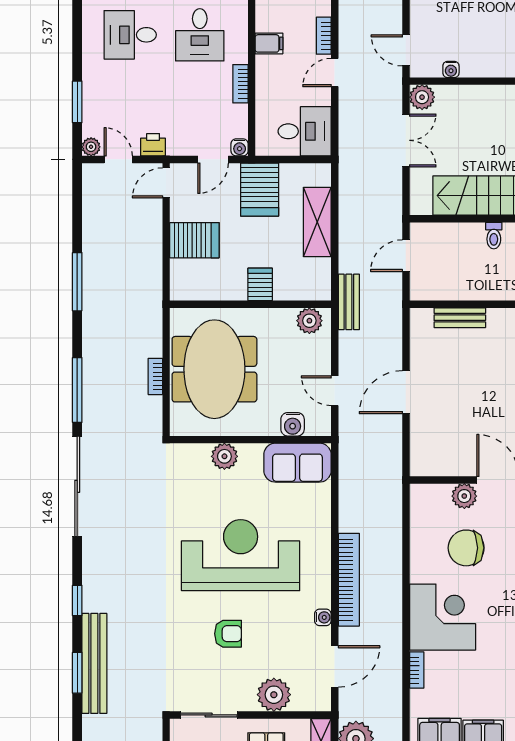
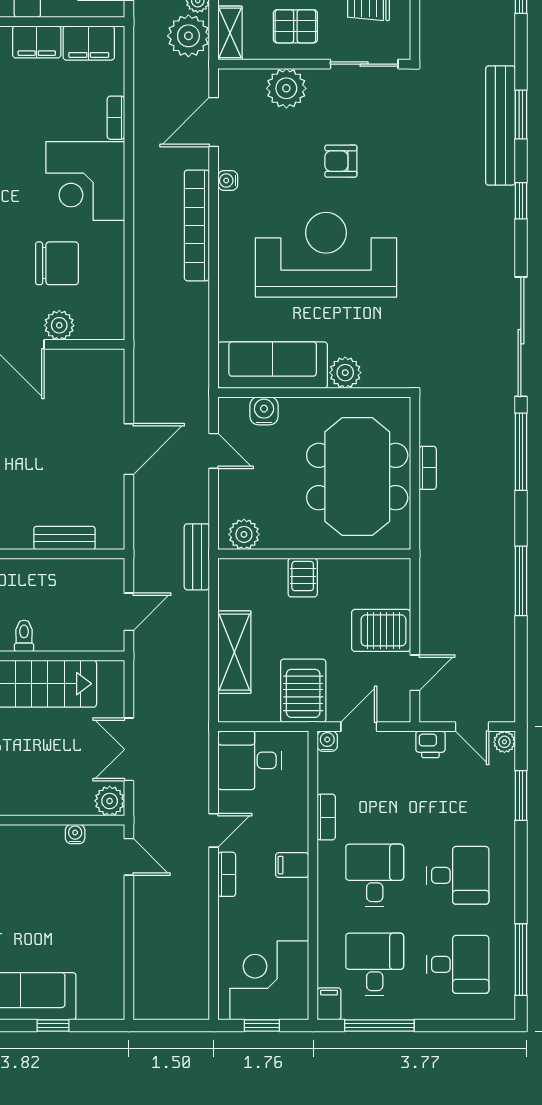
door: (166, 183) -> (415, 673), moved
sofa: (297, 463) -> (273, 365), width x1.36
reception desk: (241, 555) -> (326, 255), turned 180

